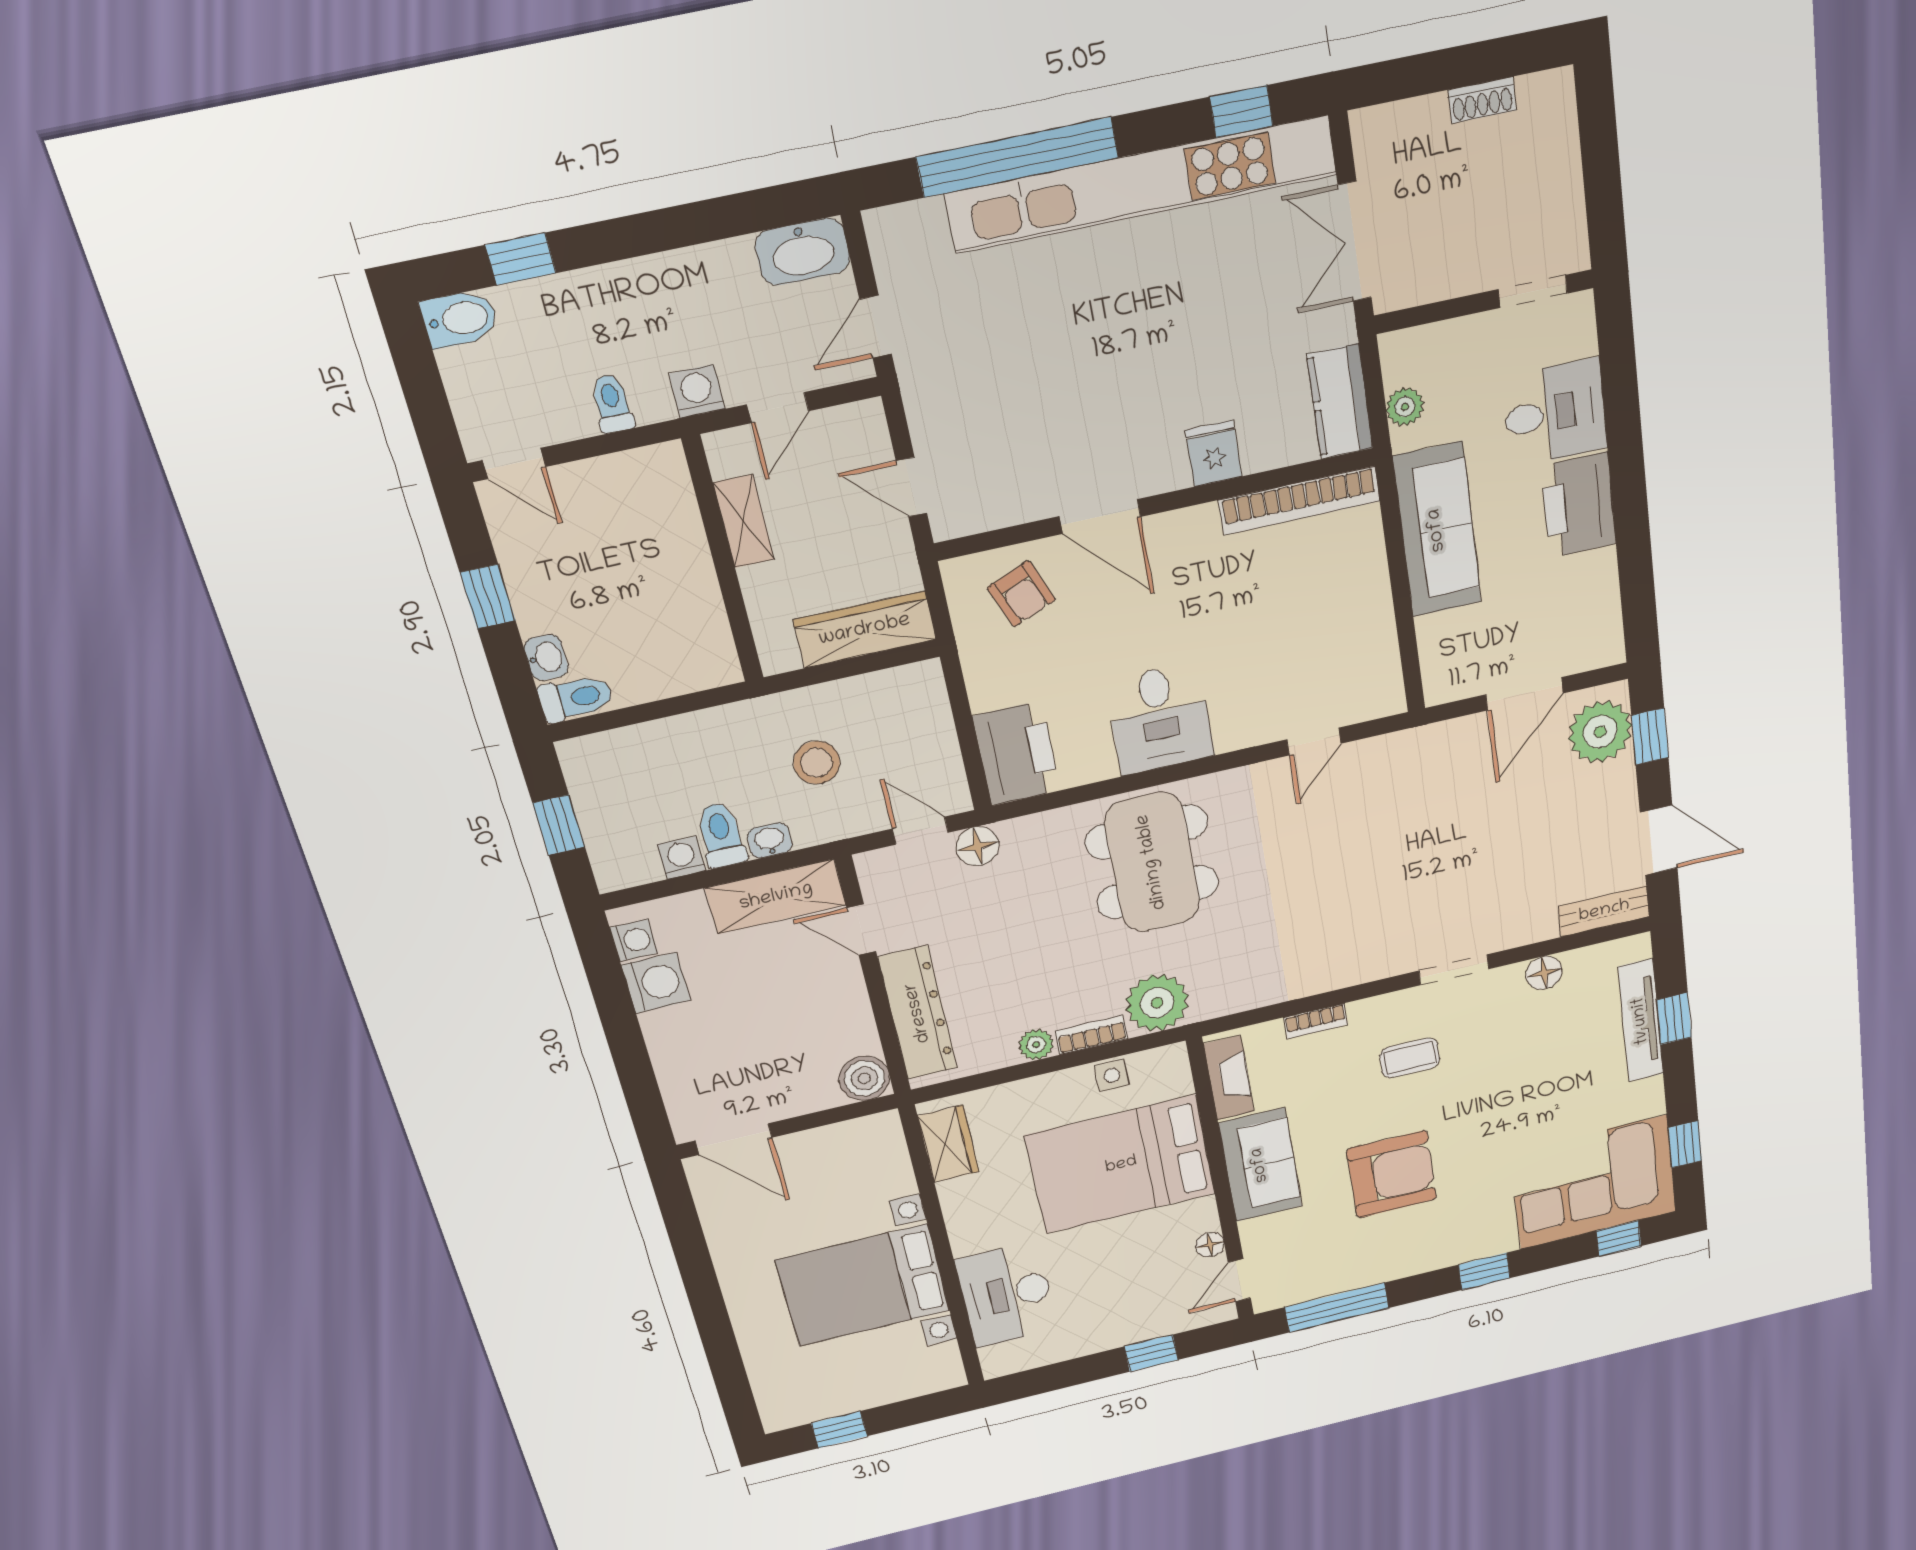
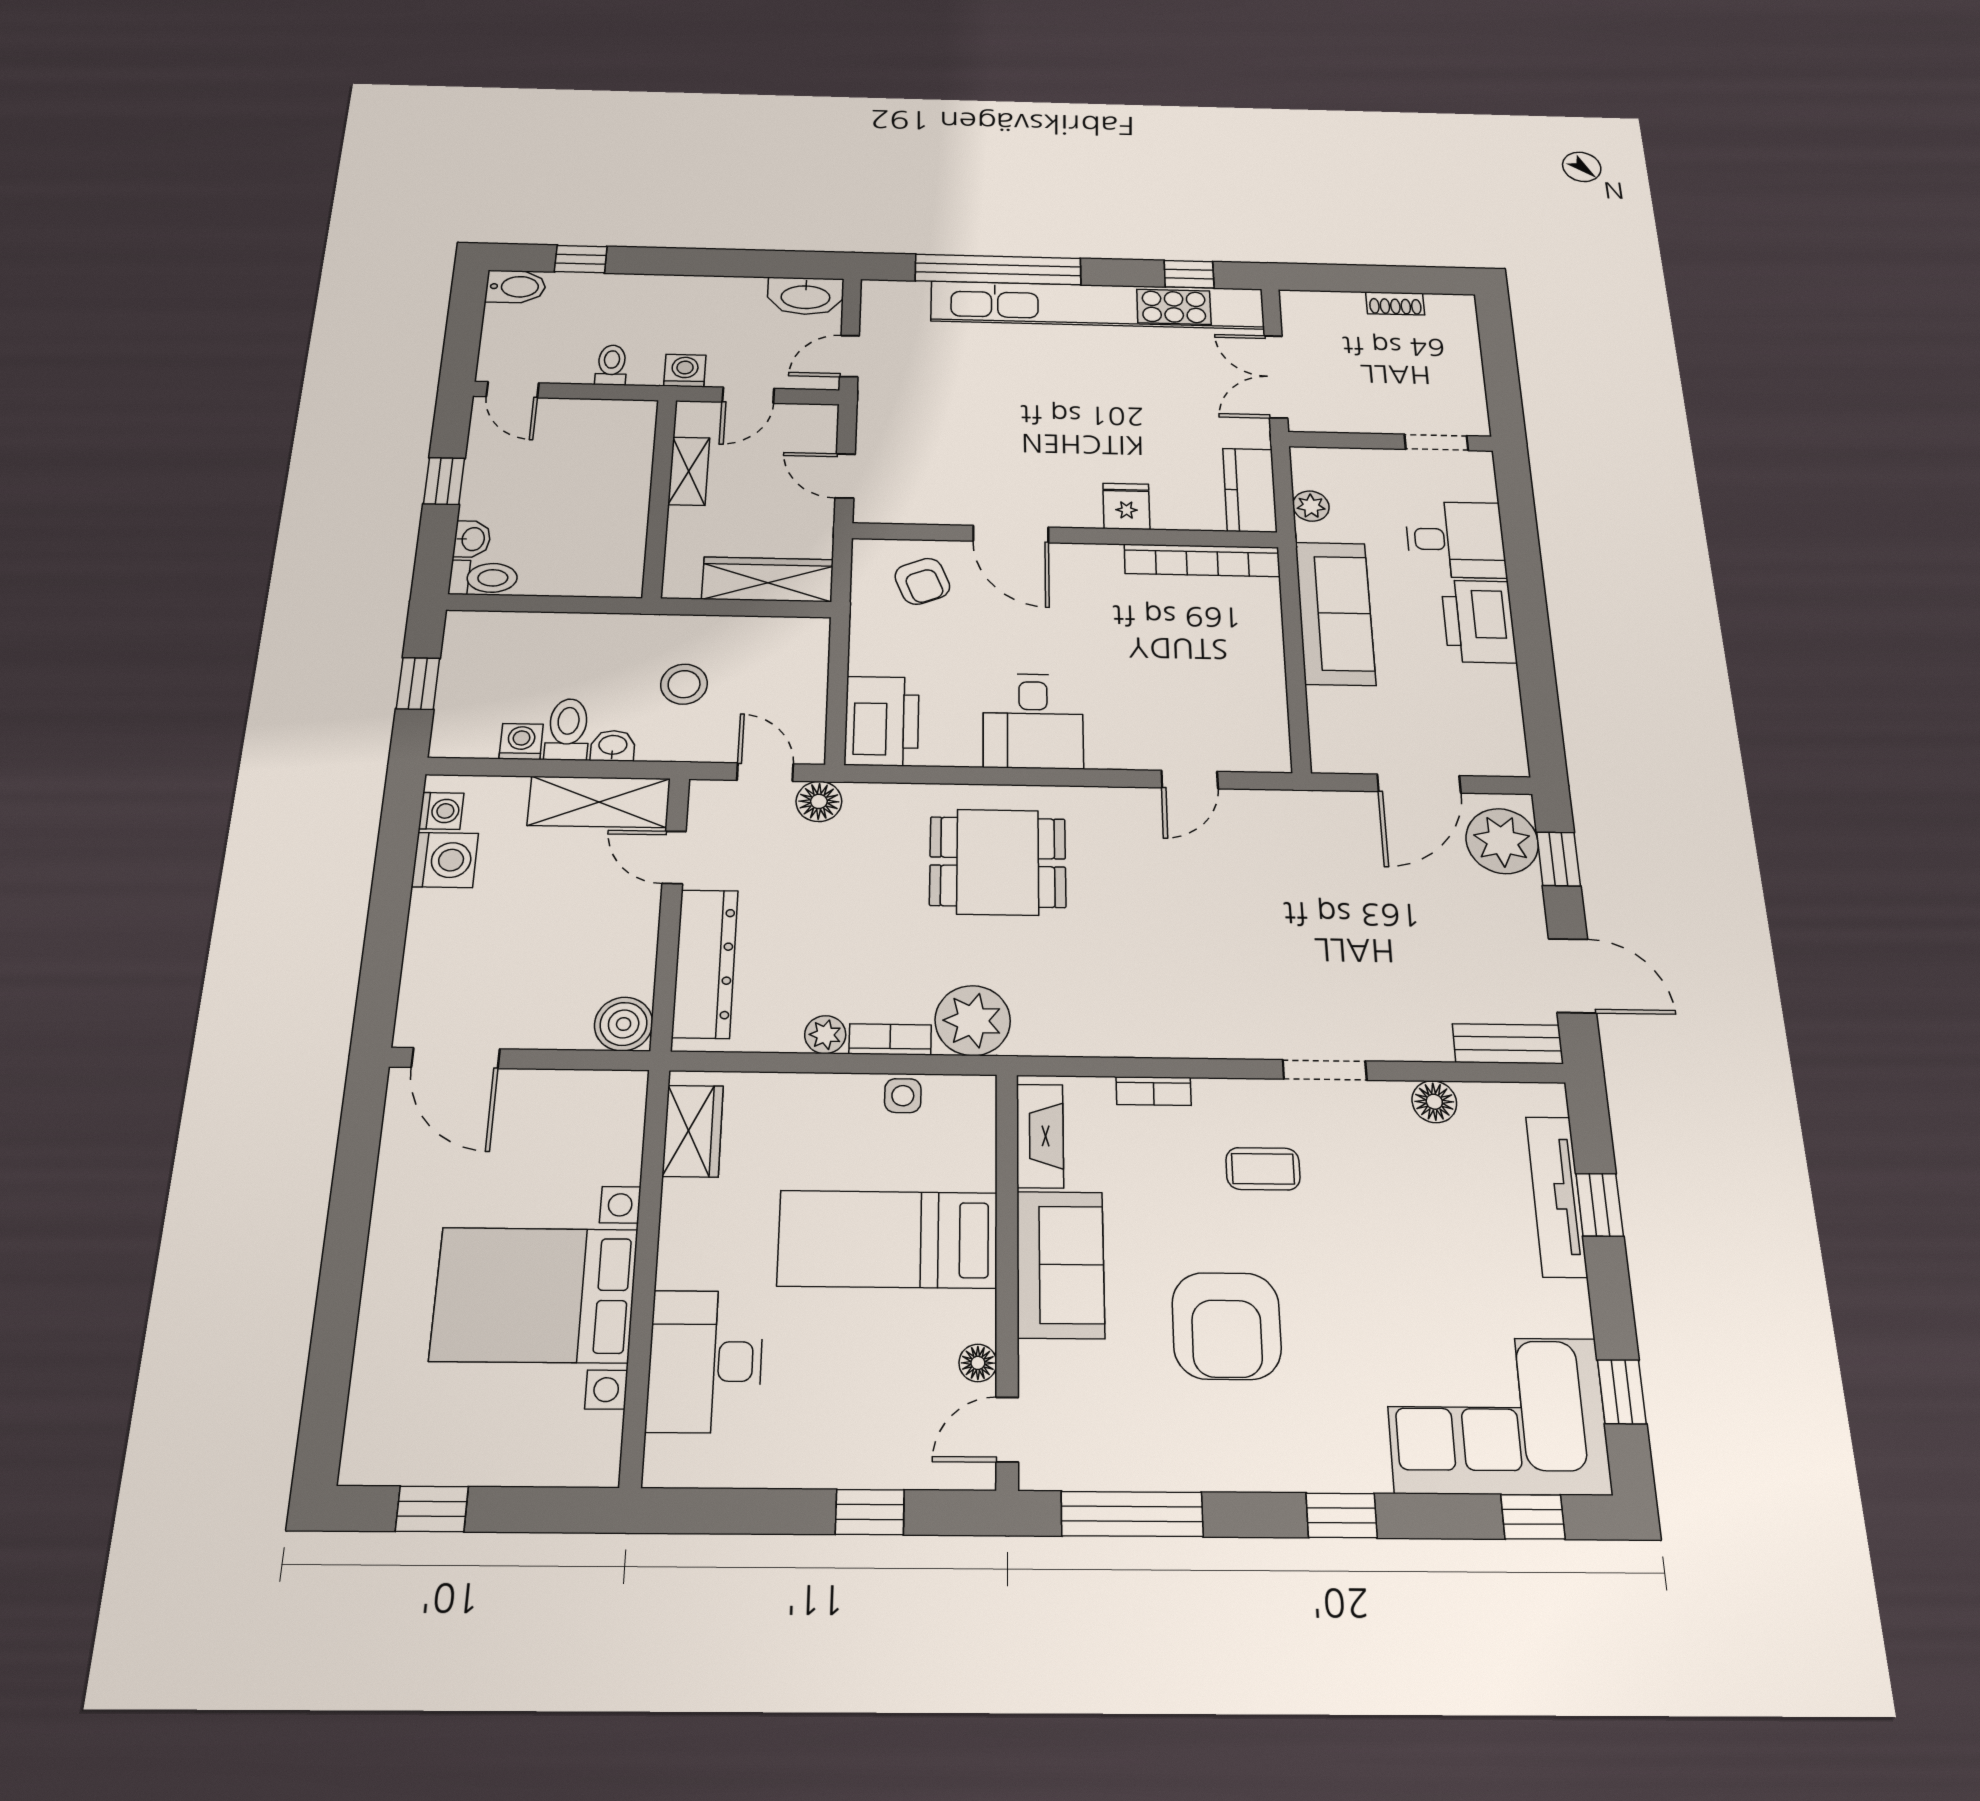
dining table: (1152, 862) -> (998, 862), width x0.73
bed: (1121, 1165) -> (888, 1239), width x0.67
armchair: (1392, 1174) -> (1227, 1326), turned 90

